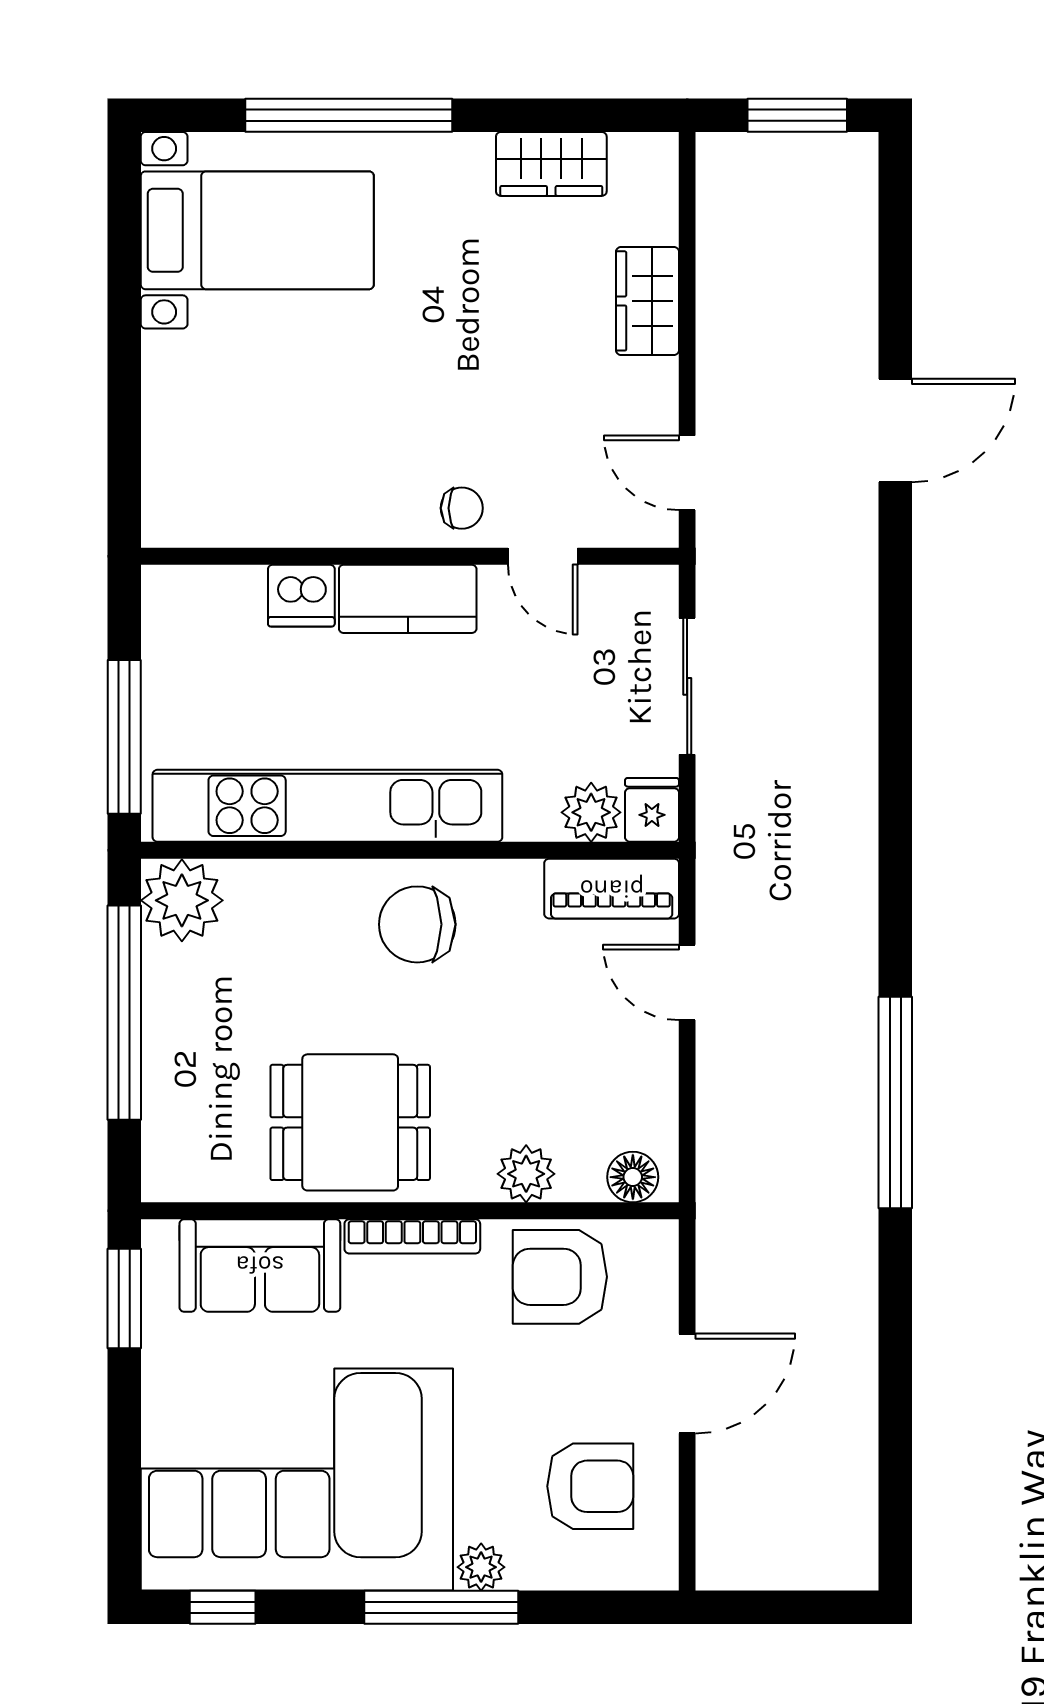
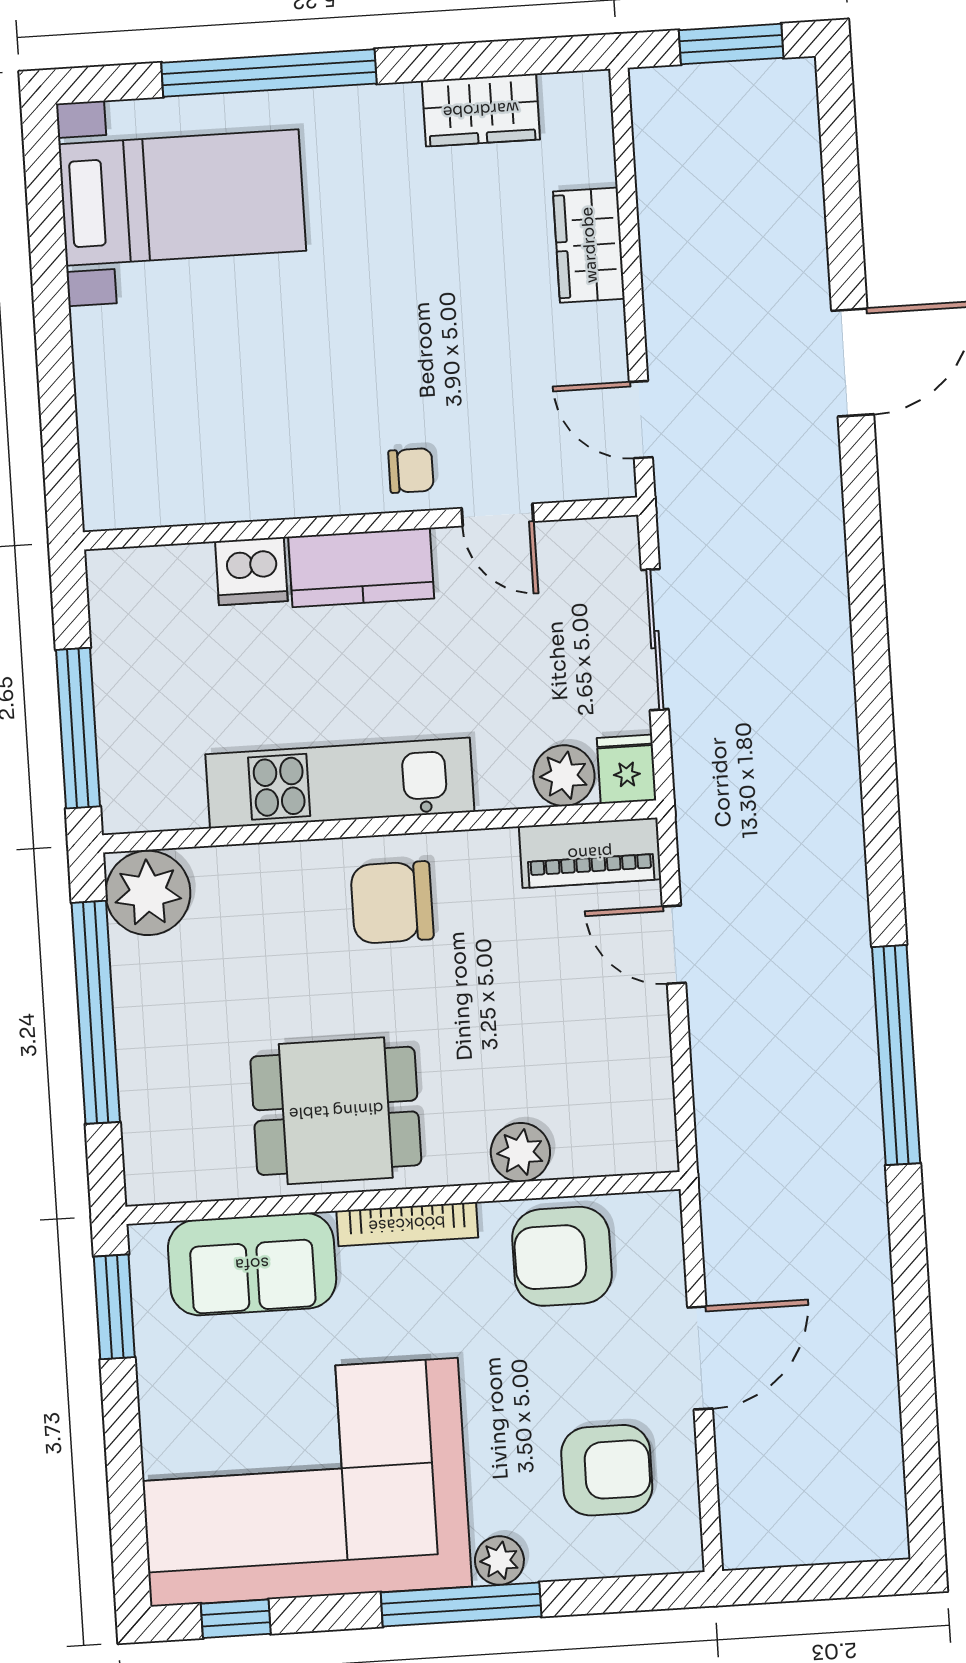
kitchen unit: (327, 806) -> (340, 783), width x0.73
floor lamp: (633, 1177) -> (631, 1149), removed

